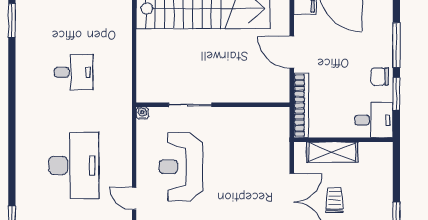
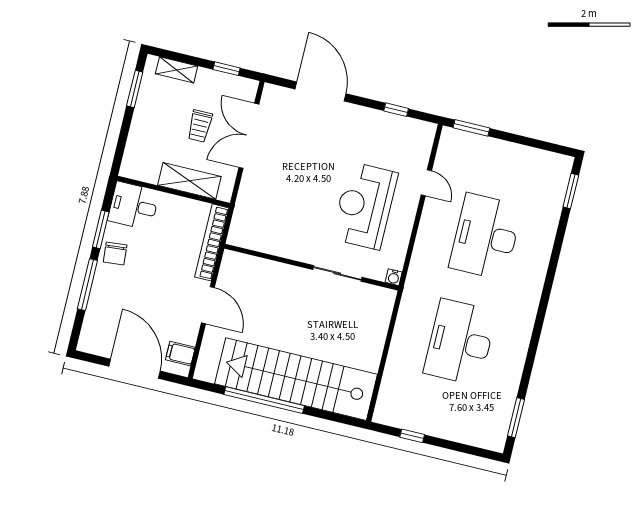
desk: (74, 72) -> (460, 342), width x1.87, depth x1.30
chair: (380, 77) -> (115, 254), turned 85
reception desk: (181, 167) -> (365, 206), turned 180

